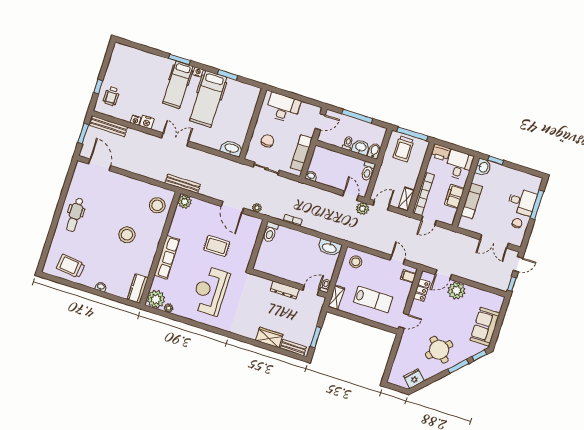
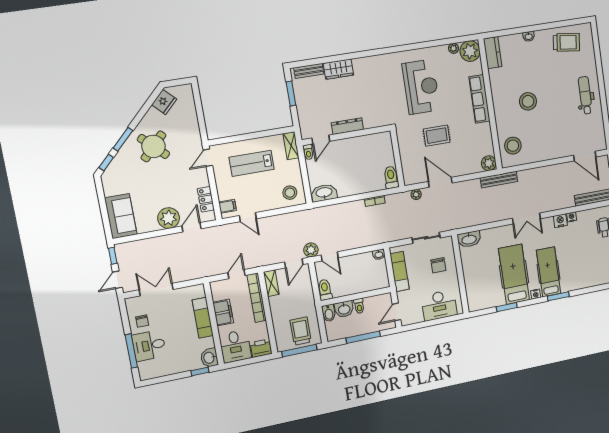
sofa: (485, 327) -> (121, 216), moved

